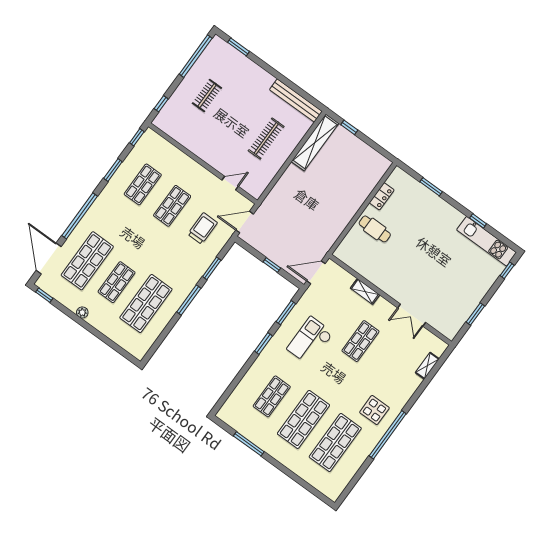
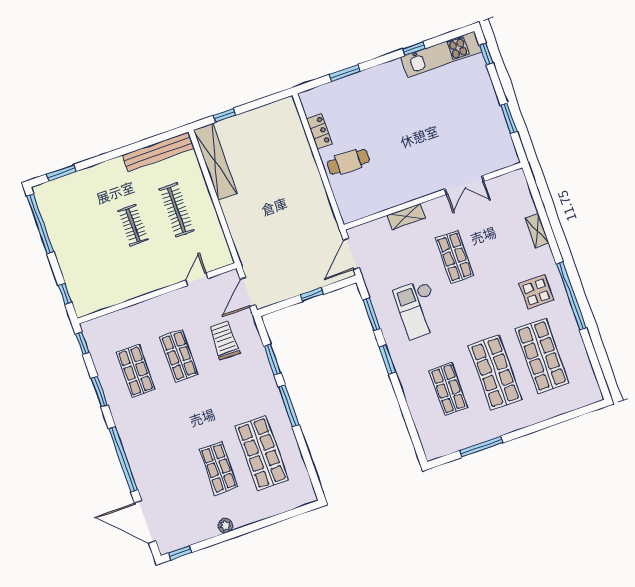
clothes rail: (207, 96) -> (133, 225), moved
shop shelf: (87, 261) -> (175, 483), removed
shelving: (427, 366) -> (537, 230), moved

